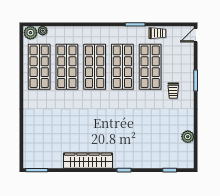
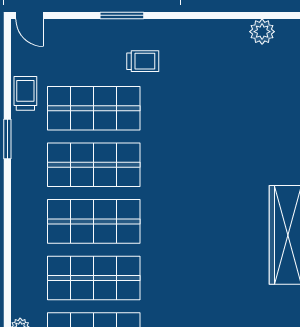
plant: (188, 137) -> (262, 32), moved

